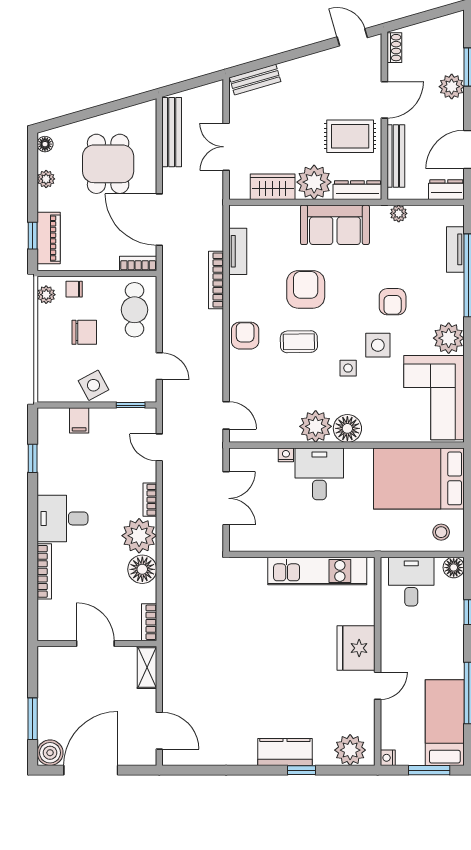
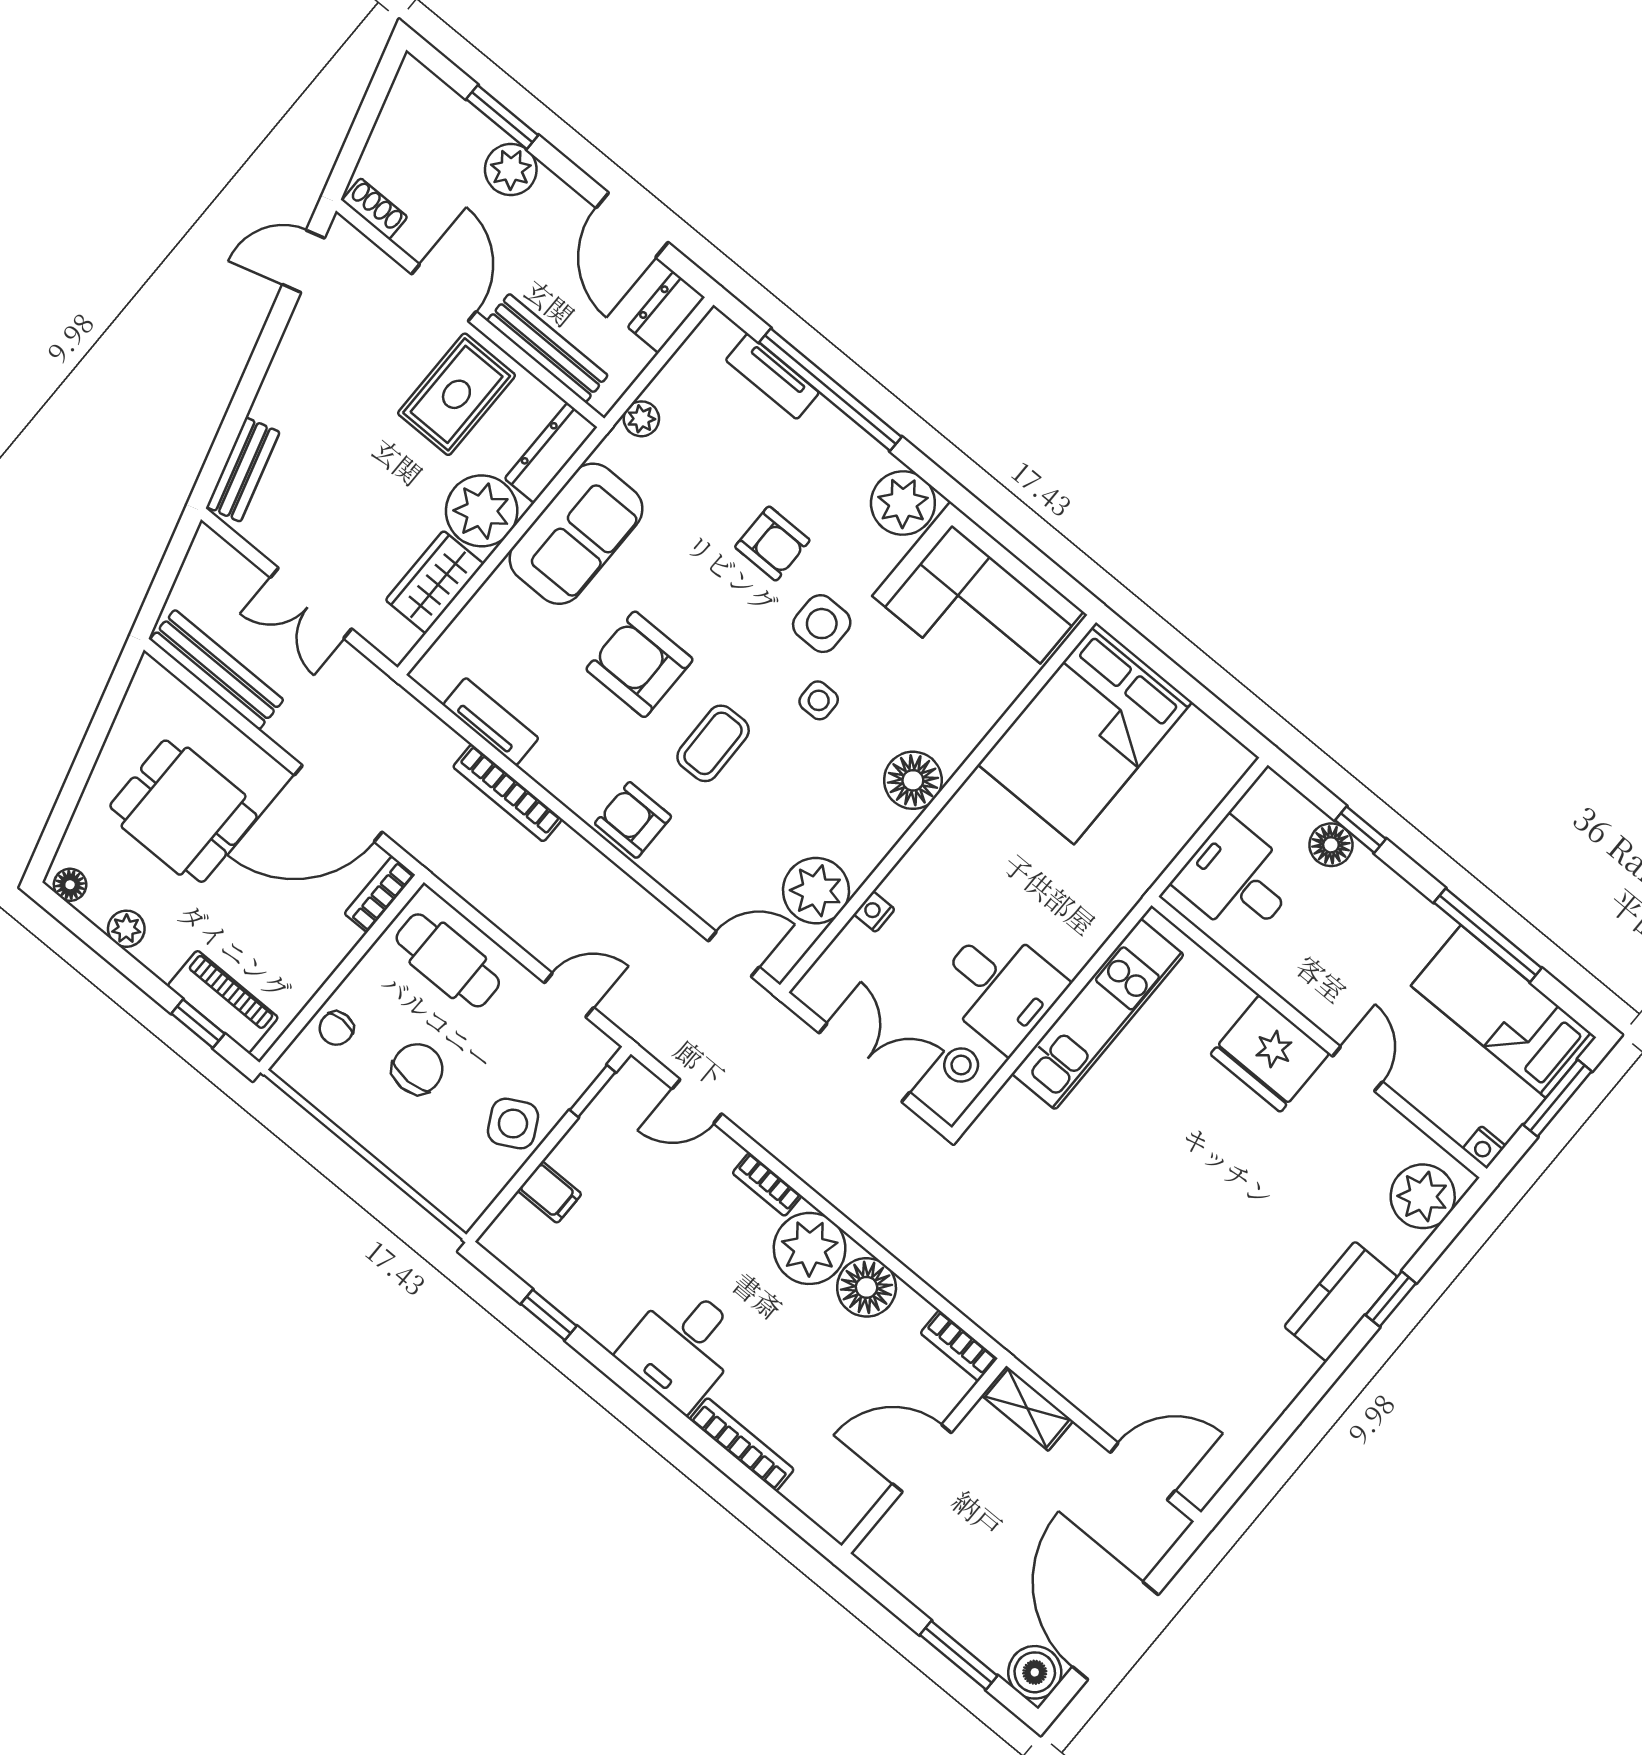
plant: (46, 295) -> (309, 1080), removed
plant: (316, 426) -> (816, 891), moved
desk: (319, 474) -> (1000, 987), moved, turned 180
stool: (441, 532) -> (961, 1065), moved
floor lamp: (454, 568) -> (1331, 845), moved

